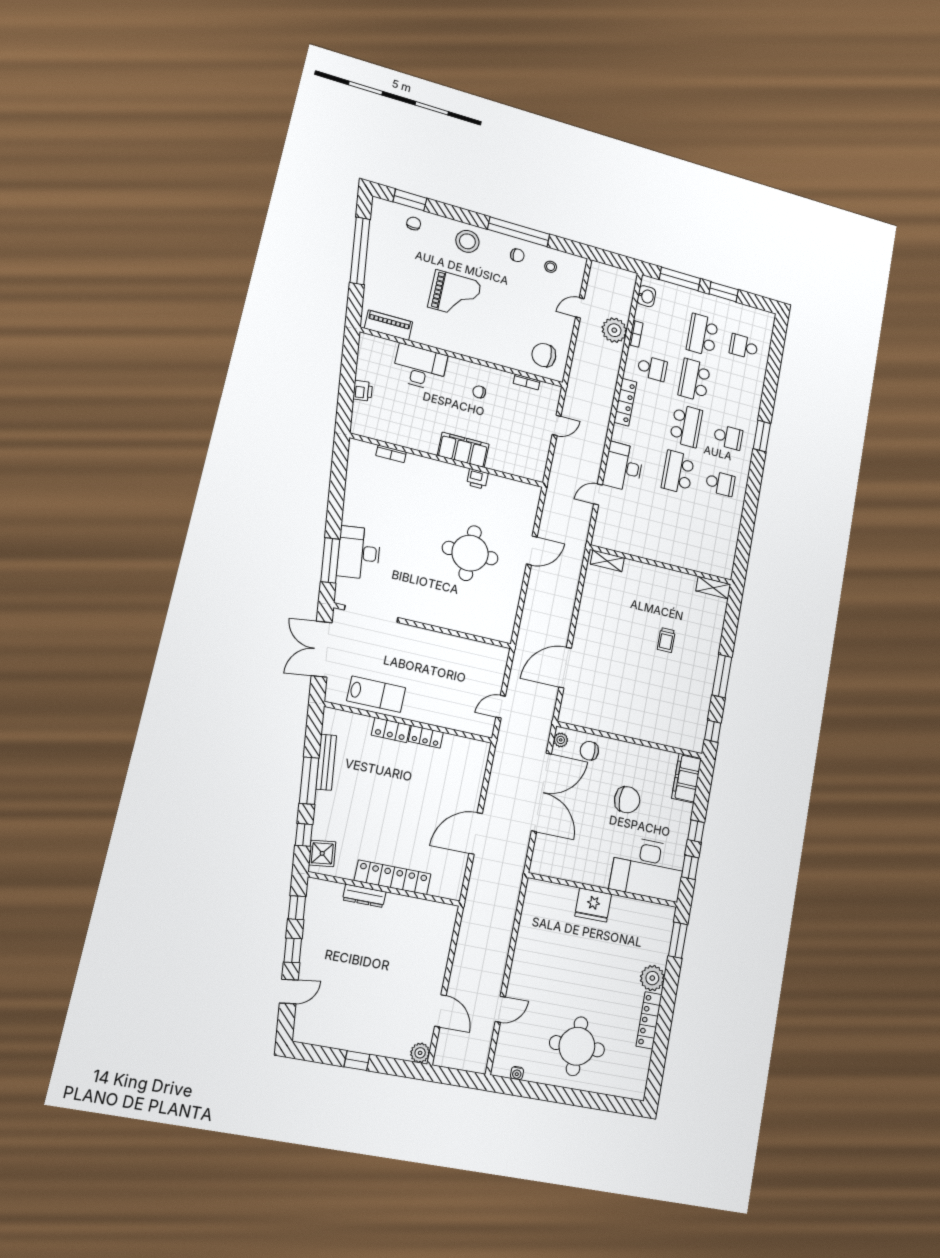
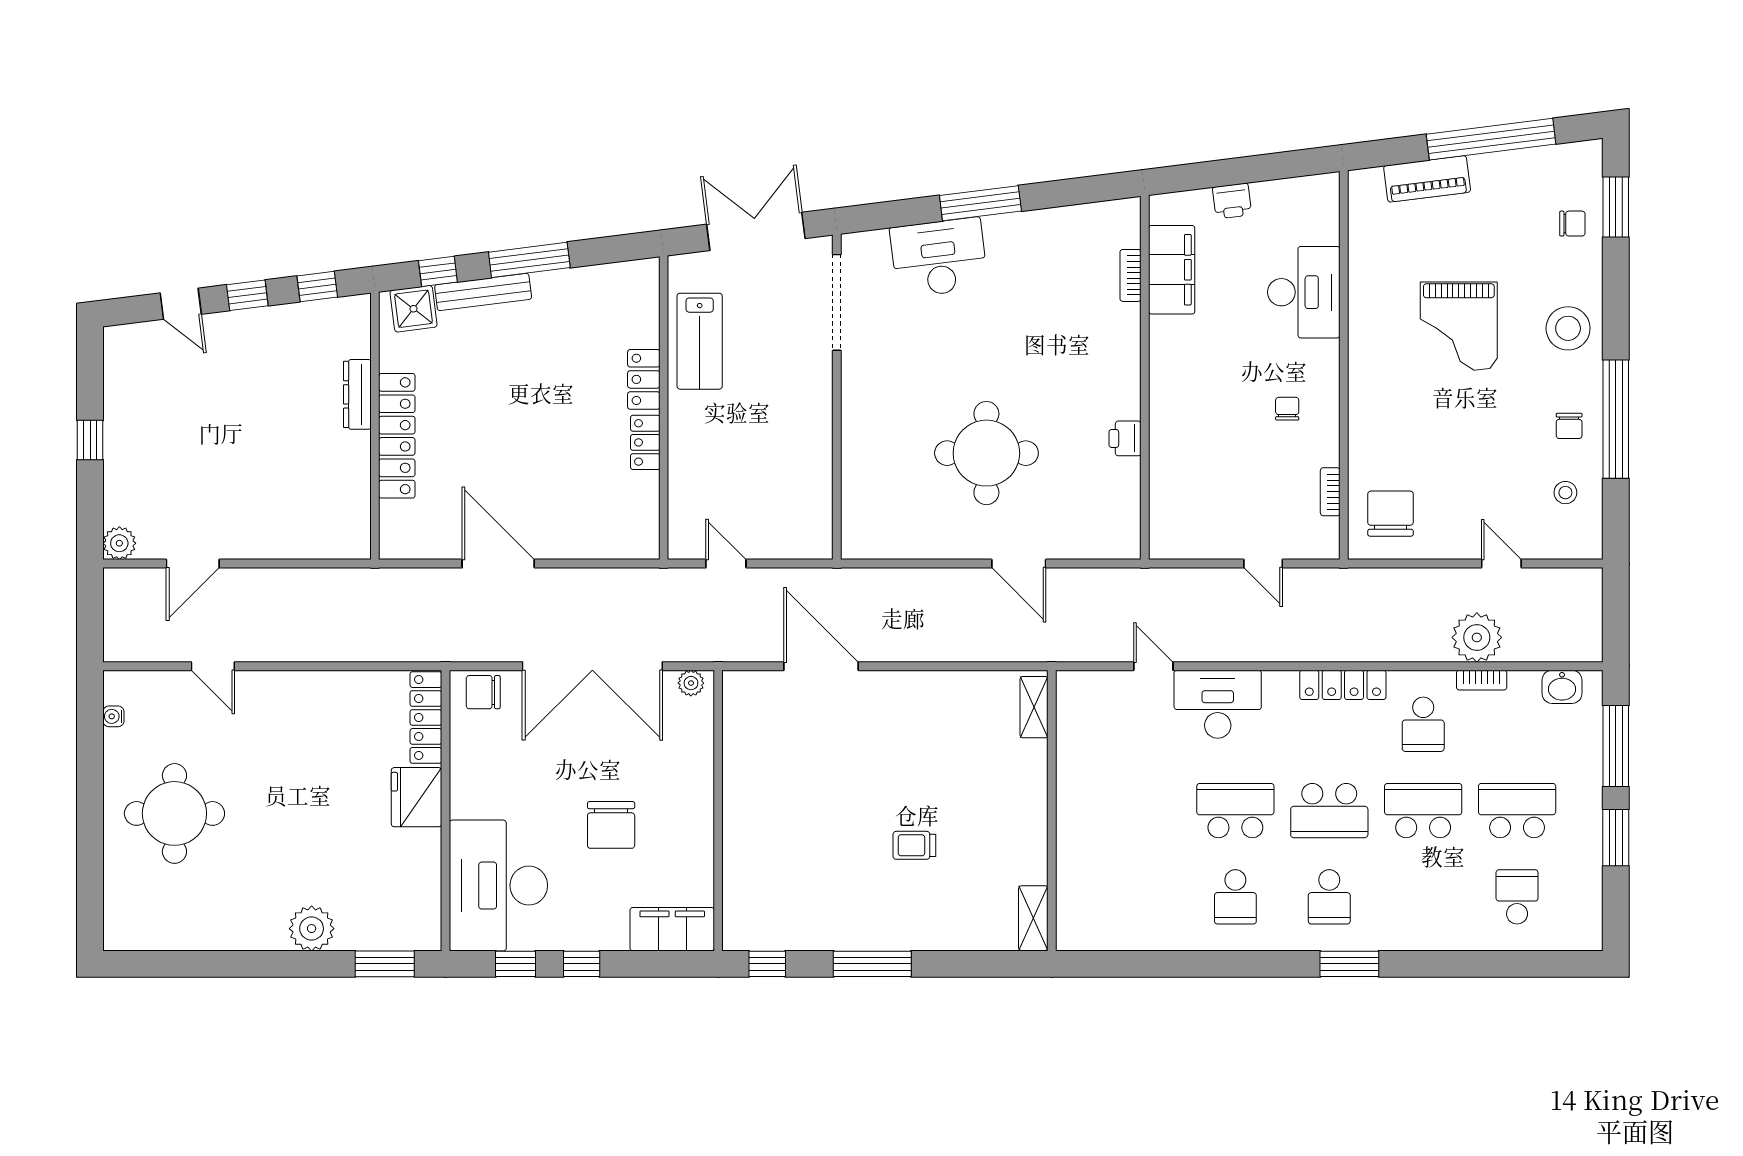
piano: (388, 325) -> (1427, 179), moved, turned 83
filing cabinet: (463, 450) -> (1172, 270), moved
window: (330, 560) -> (980, 203), moved
chair: (589, 751) -> (483, 692), moved, turned -90
bench: (326, 762) -> (483, 292), moved
locker: (649, 1020) -> (426, 717), moved, turned -90

